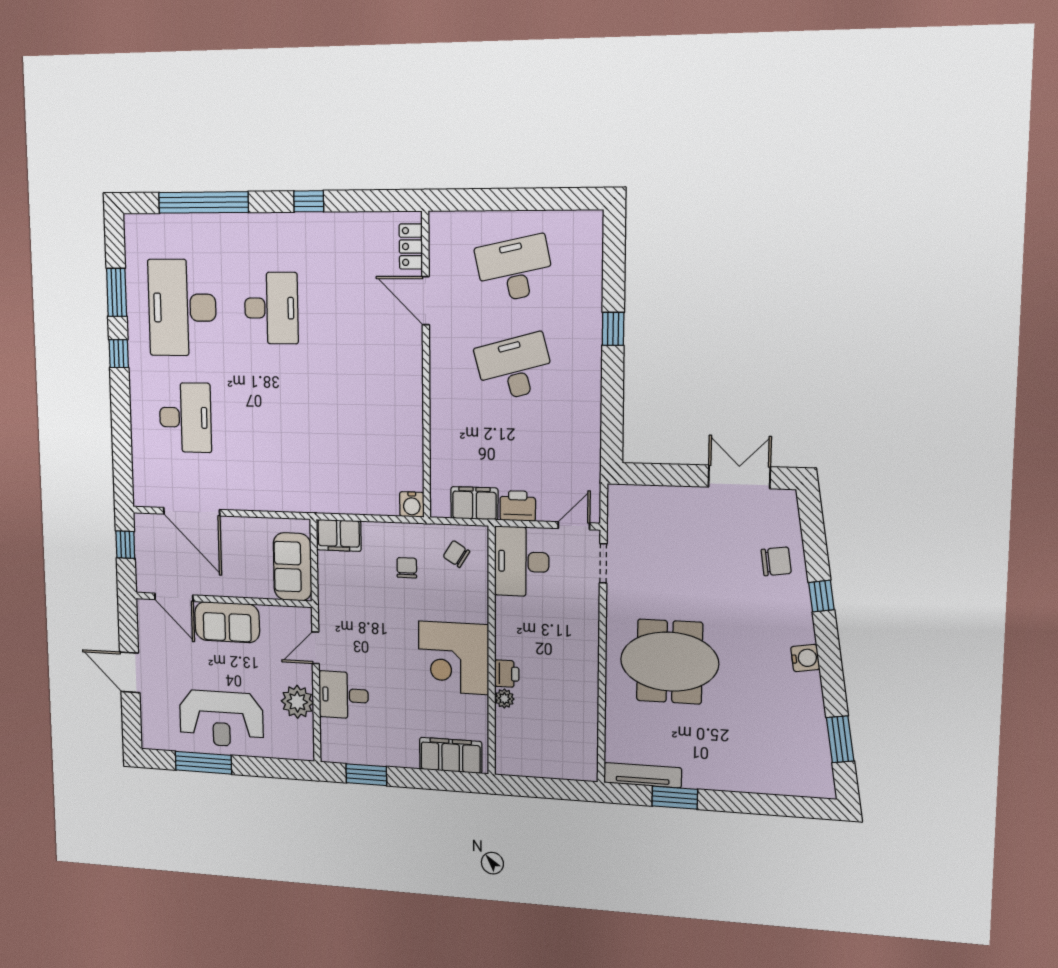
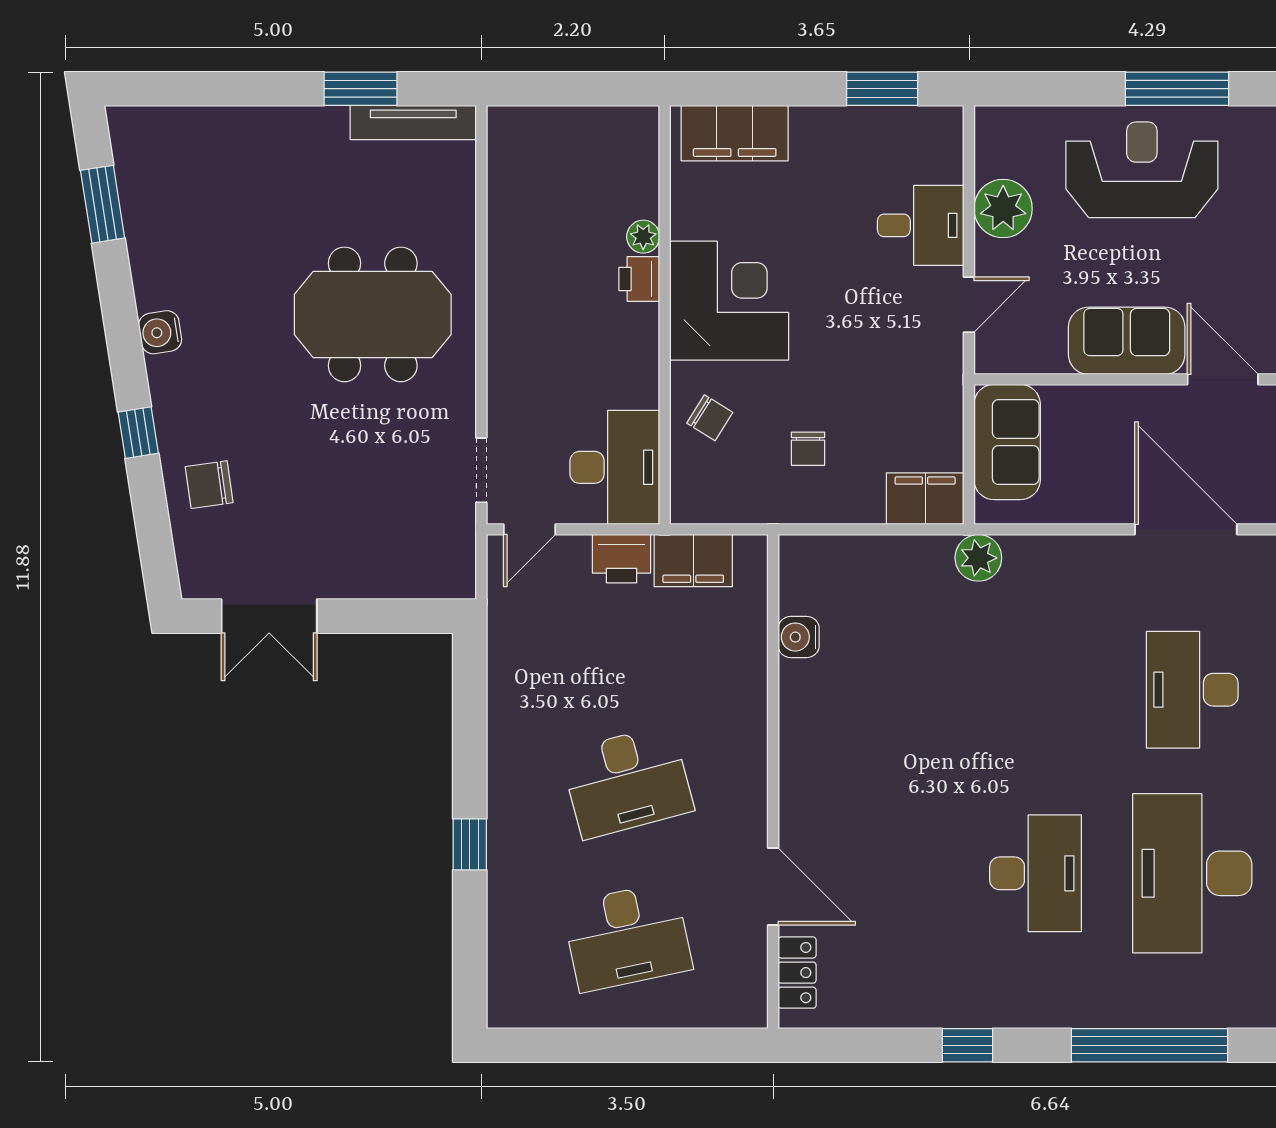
desk: (182, 308) -> (1192, 873), turned 180
desk: (271, 308) -> (1035, 873), turned 180
plant: (308, 499) -> (978, 558), added
water cooler: (412, 504) -> (799, 637), moved, turned -90
chair: (456, 554) -> (710, 418), moved

